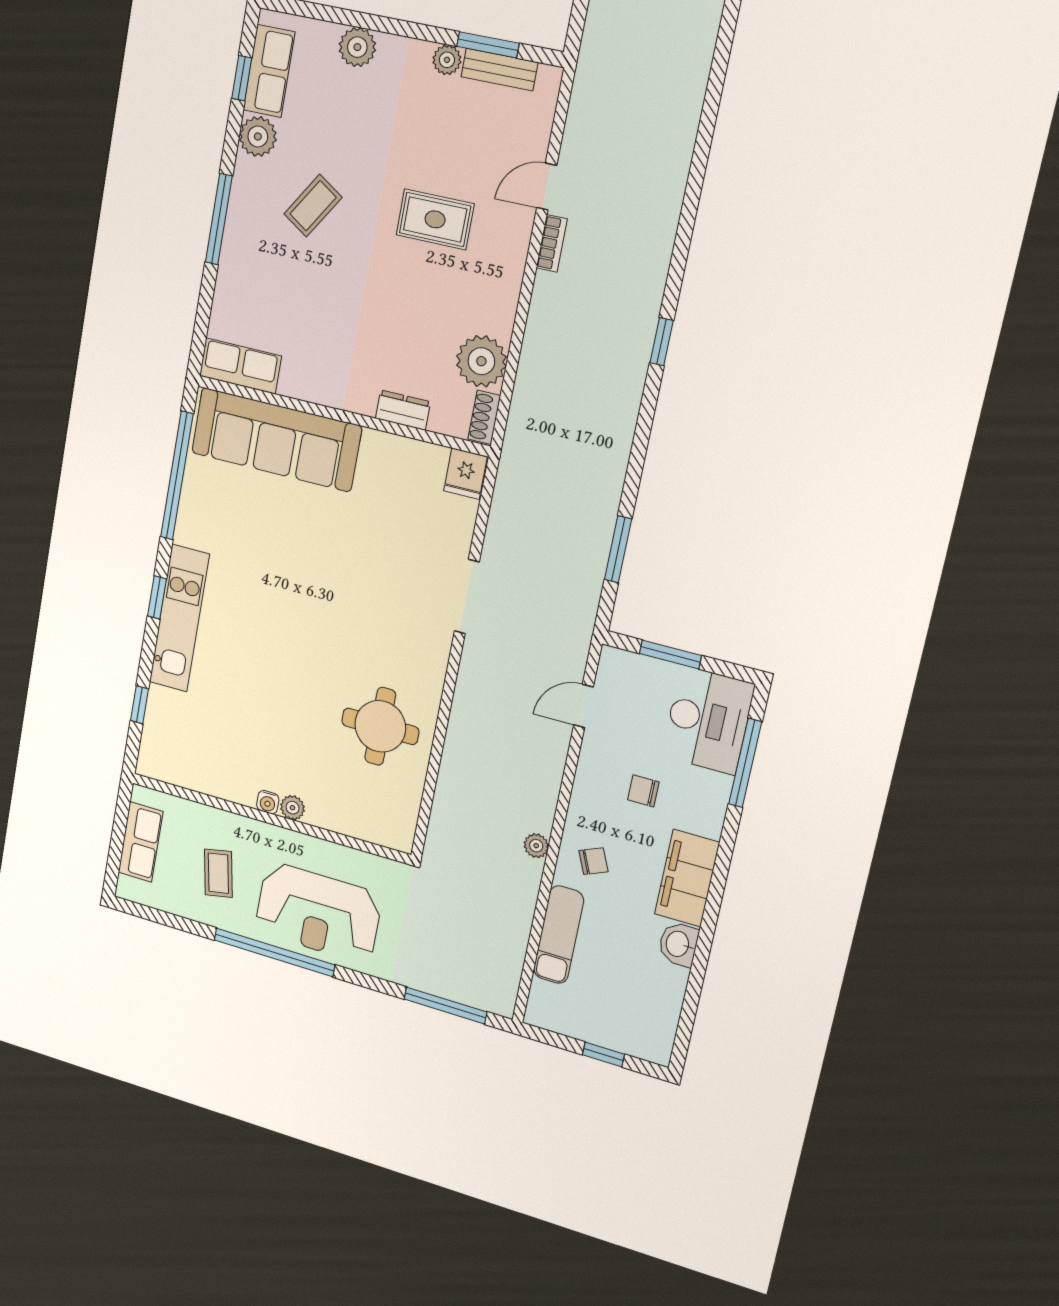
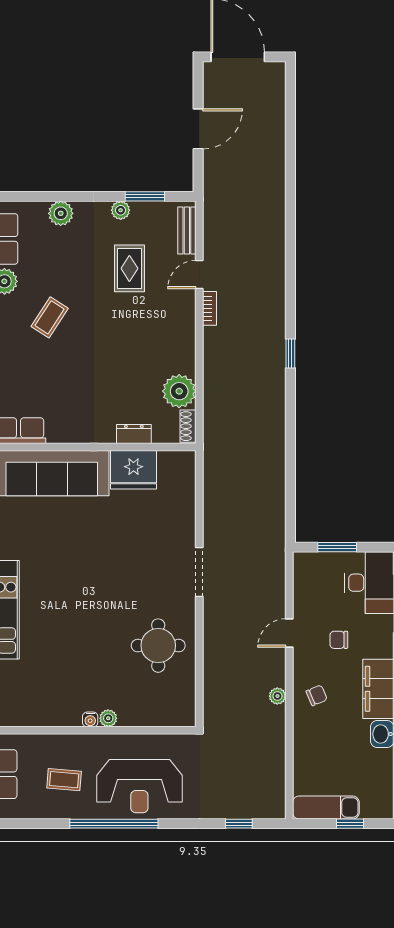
bench: (499, 70) -> (187, 231), moved, turned 90
rug: (435, 219) -> (129, 268), moved, turned 90
fridge: (465, 474) -> (134, 470), moved, width x1.88, depth x1.34
window: (618, 549) -> (290, 489), removed
doorway: (467, 597) -> (199, 572), moved
door: (583, 706) -> (289, 633), moved
coffee table: (218, 873) -> (64, 780), turned -74
exam couch: (559, 935) -> (326, 808), moved, turned -90
window: (445, 1005) -> (239, 824), width x0.46

